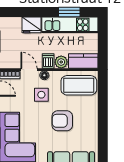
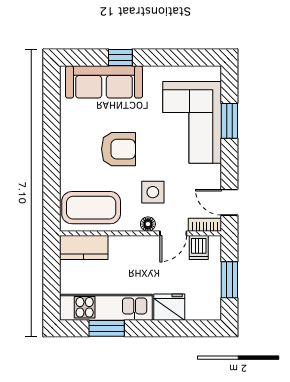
dishwasher: (48, 61) -> (199, 248), moved
plant: (61, 62) -> (120, 246), removed
door: (29, 70) -> (173, 233), hinge flipped

